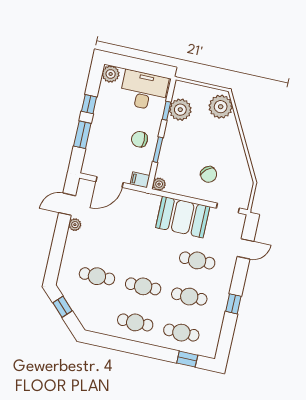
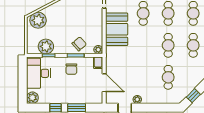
chair: (209, 174) -> (79, 44), moved

